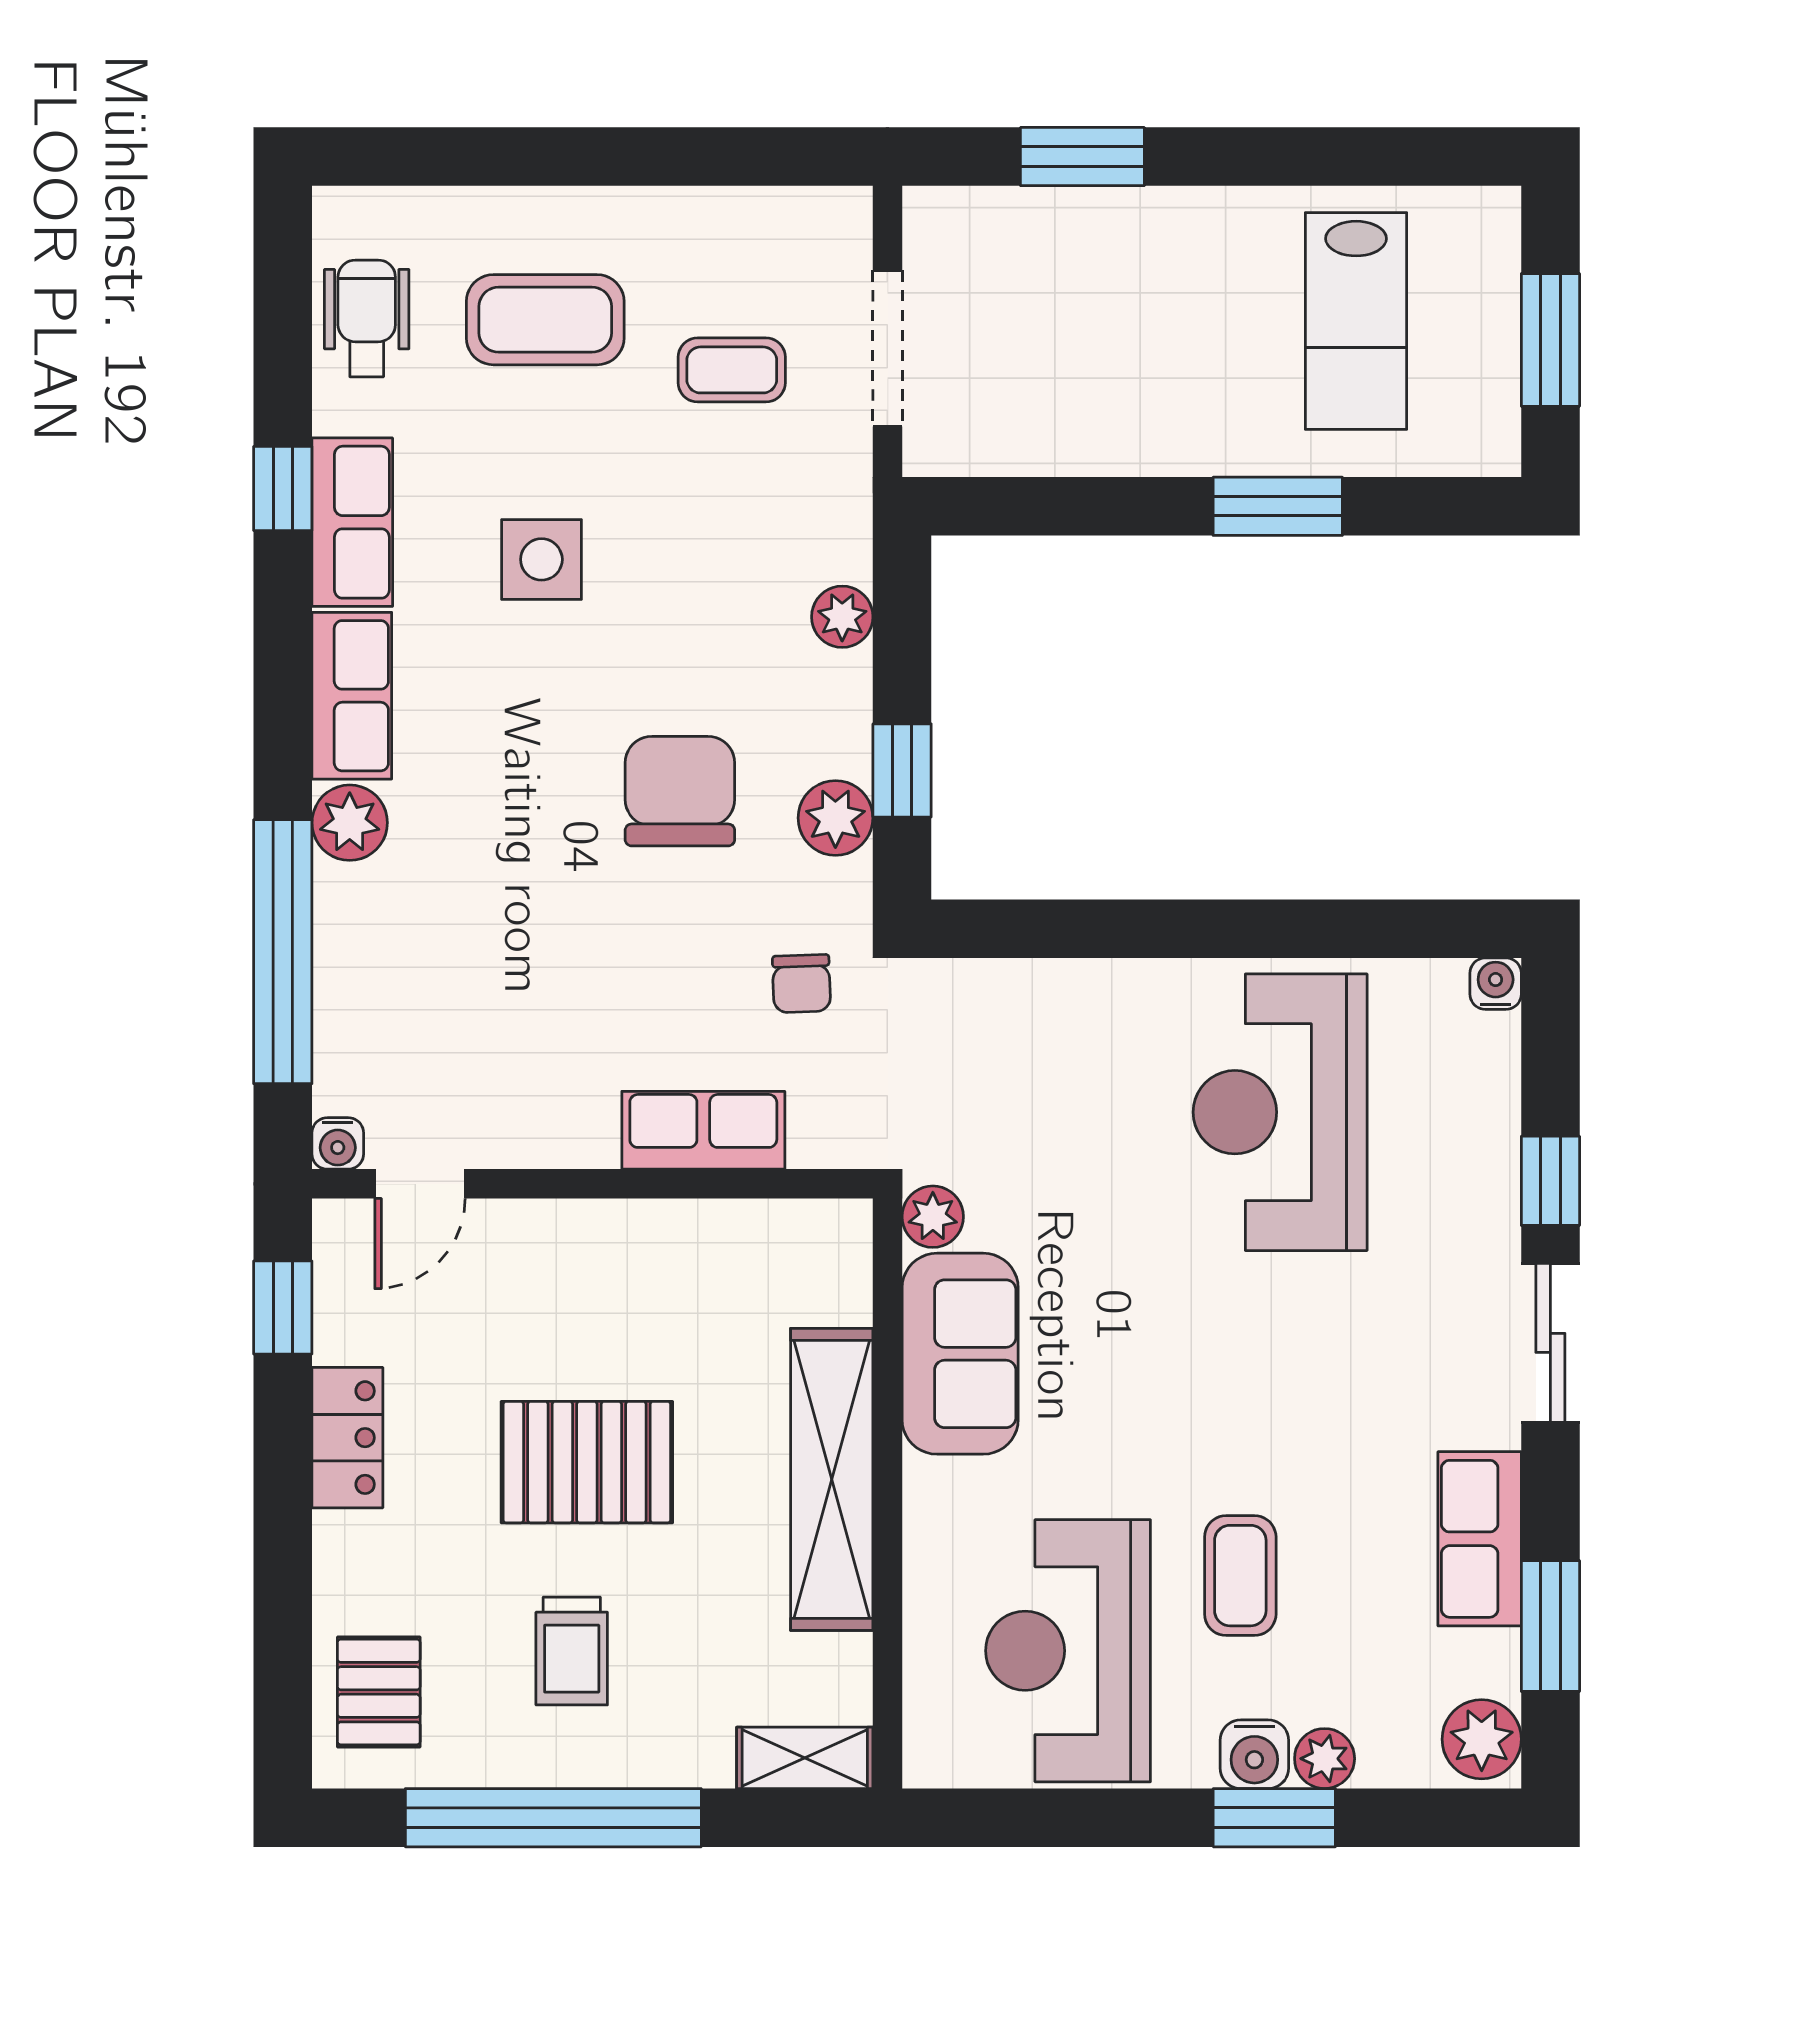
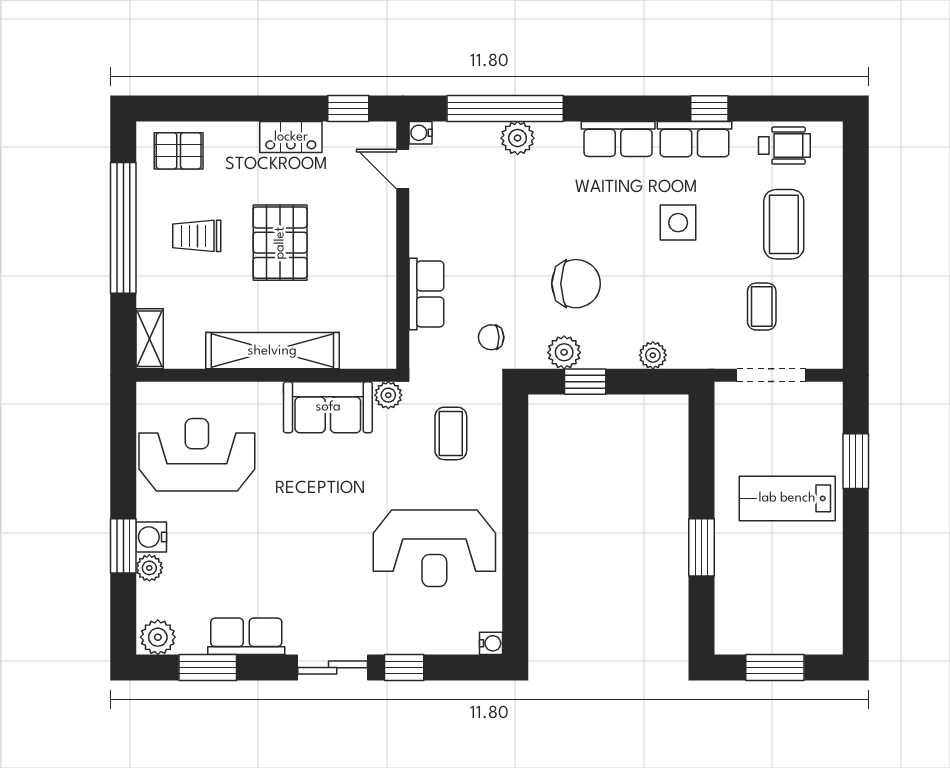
lab bench: (1356, 321) -> (787, 498), moved
plant: (350, 823) -> (518, 138), moved
reception desk: (1280, 1112) -> (434, 548), turned 180
coffee table: (1240, 1576) -> (451, 433), moved, turned 90

